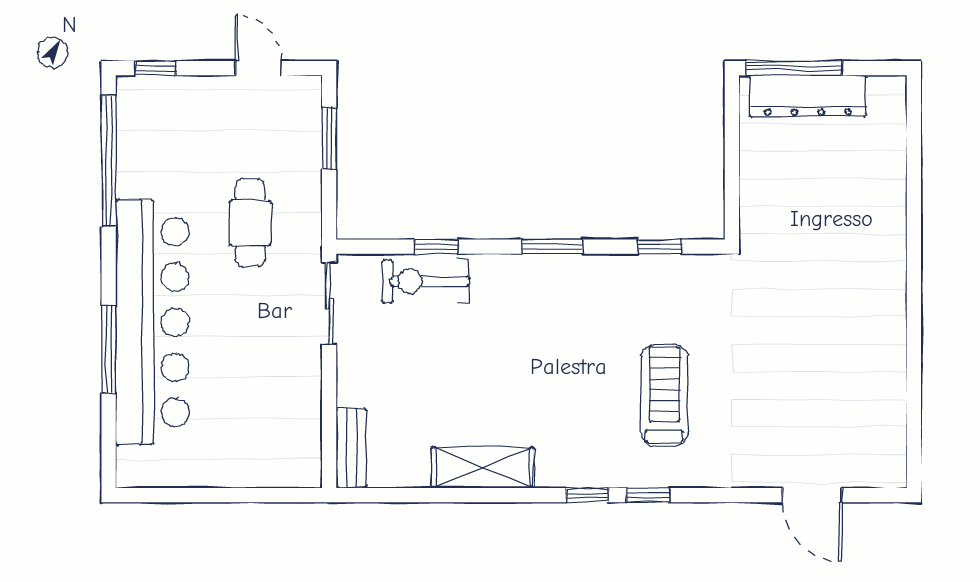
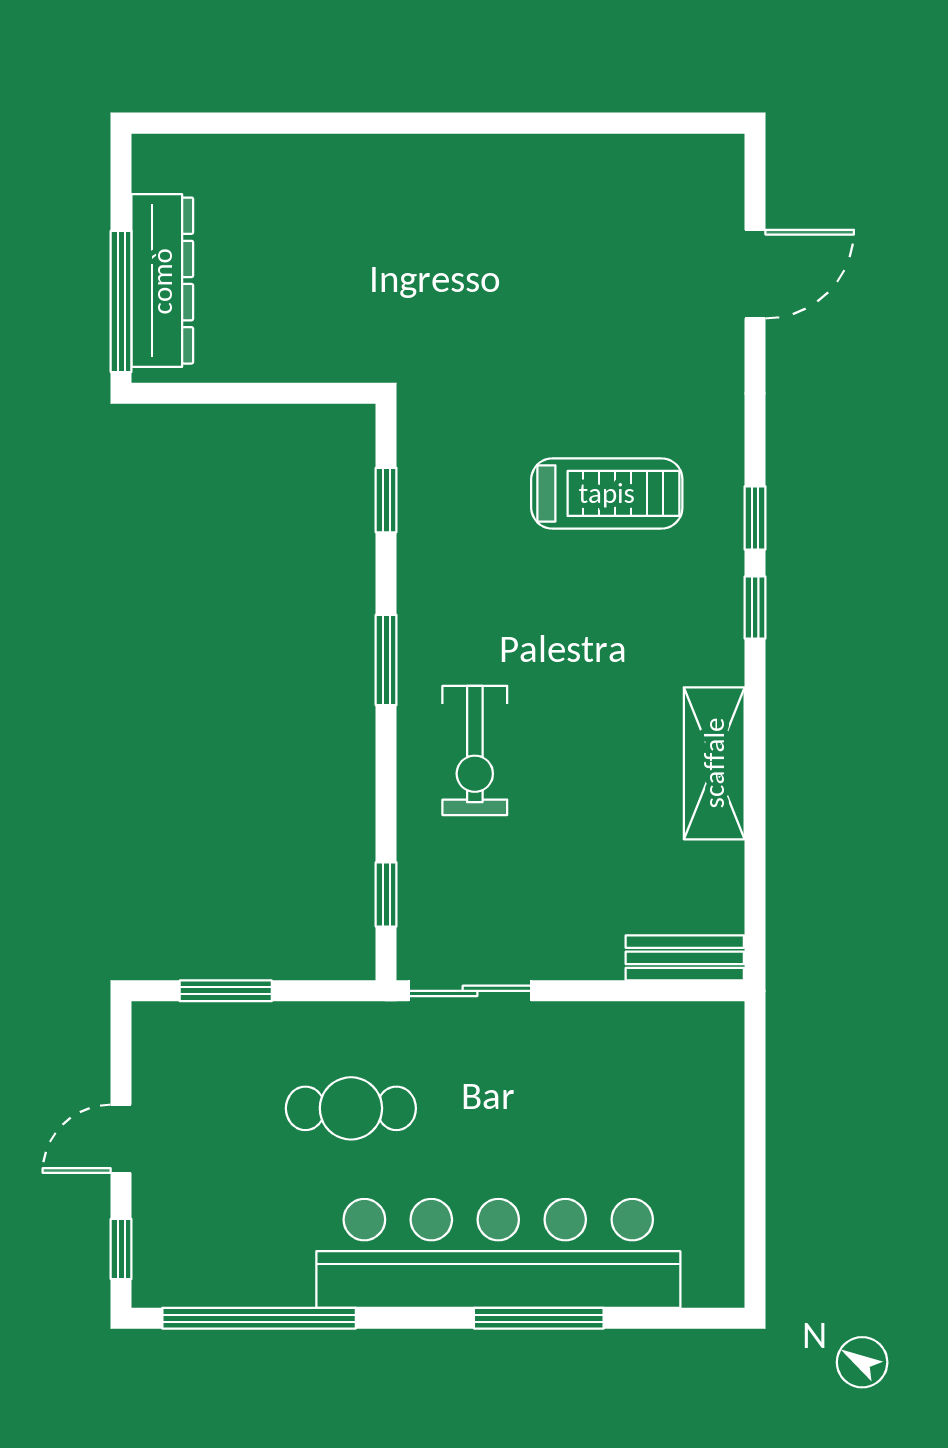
door: (258, 68) -> (121, 1139), moved
window: (436, 247) -> (386, 894), moved
exercise bike: (426, 281) -> (475, 750), moved
treadmill: (664, 395) -> (607, 493), turned 180

